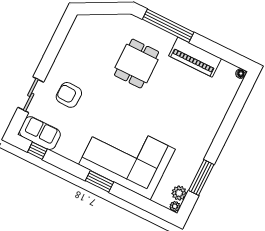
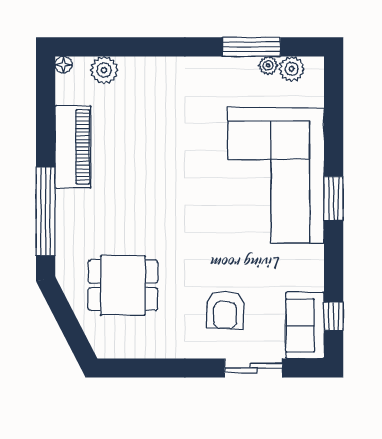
dining table: (137, 64) -> (123, 285), moved
plant: (227, 94) -> (104, 70), added
plant: (175, 206) -> (268, 65), moved

